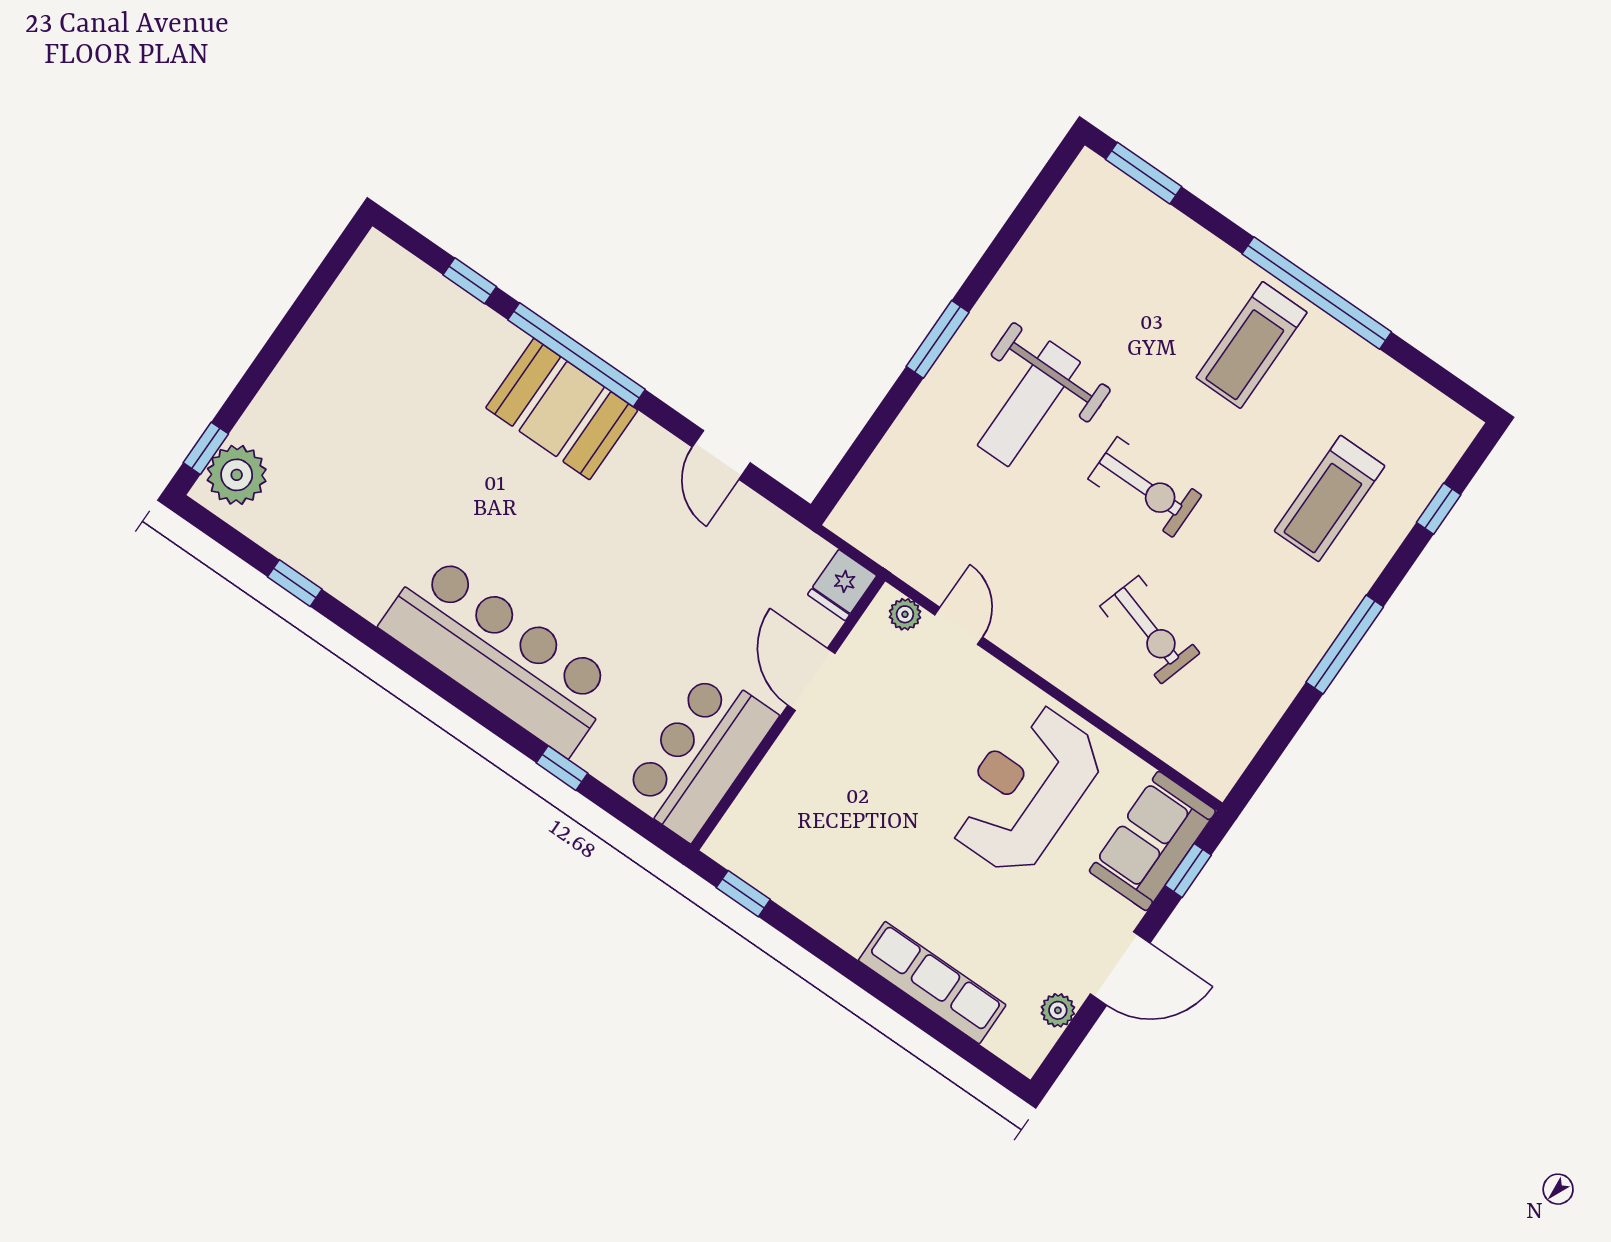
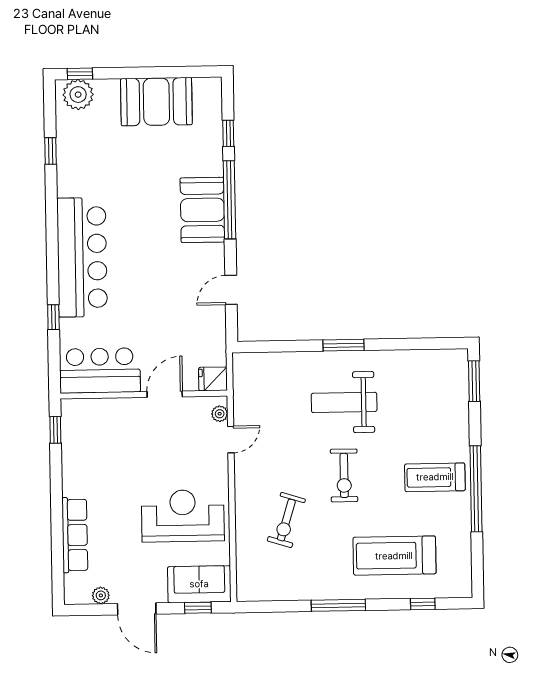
booth: (337, 359) -> (156, 102), added
treadmill: (1330, 498) -> (394, 556), width x1.37, depth x1.38

